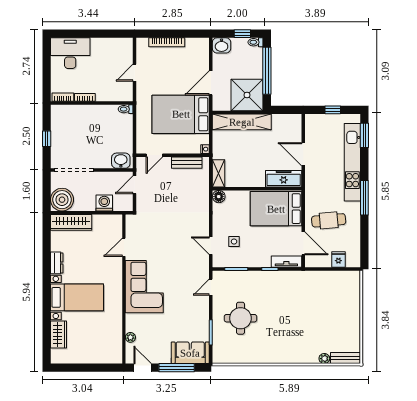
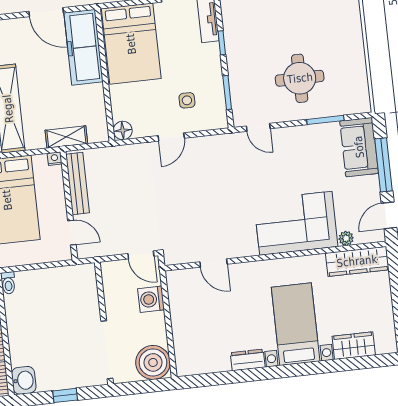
door: (303, 154) -> (46, 12), hinge flipped
washbasin: (121, 161) -> (24, 380), moved, turned 180
bench: (187, 163) -> (77, 184), width x1.36
shelving: (219, 173) -> (66, 137), moved
freezer: (284, 179) -> (83, 47), width x1.36, depth x1.26
door: (135, 185) -> (141, 255), moved
wardrobe: (71, 222) -> (357, 261), moved, turned 90
door: (211, 246) -> (171, 137), moved
corner sofa: (144, 287) -> (296, 223), moved

